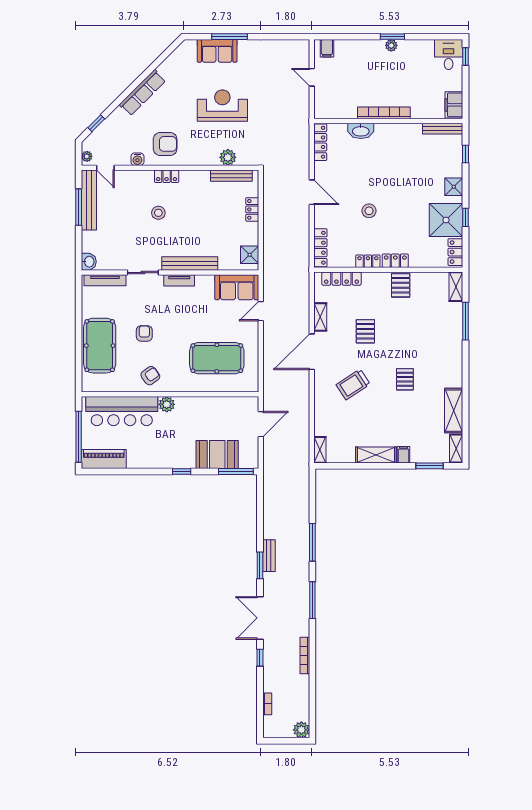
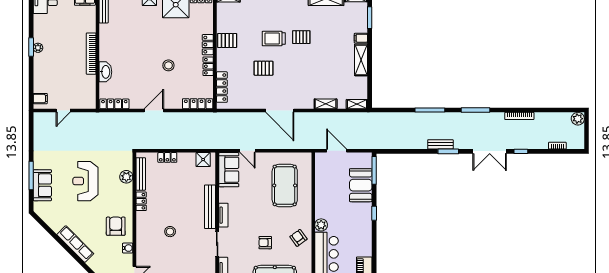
locker: (167, 176) -> (141, 201), moved
shelving: (320, 317) -> (326, 104), moved
trolley: (353, 384) -> (274, 39), moved, turned 123

